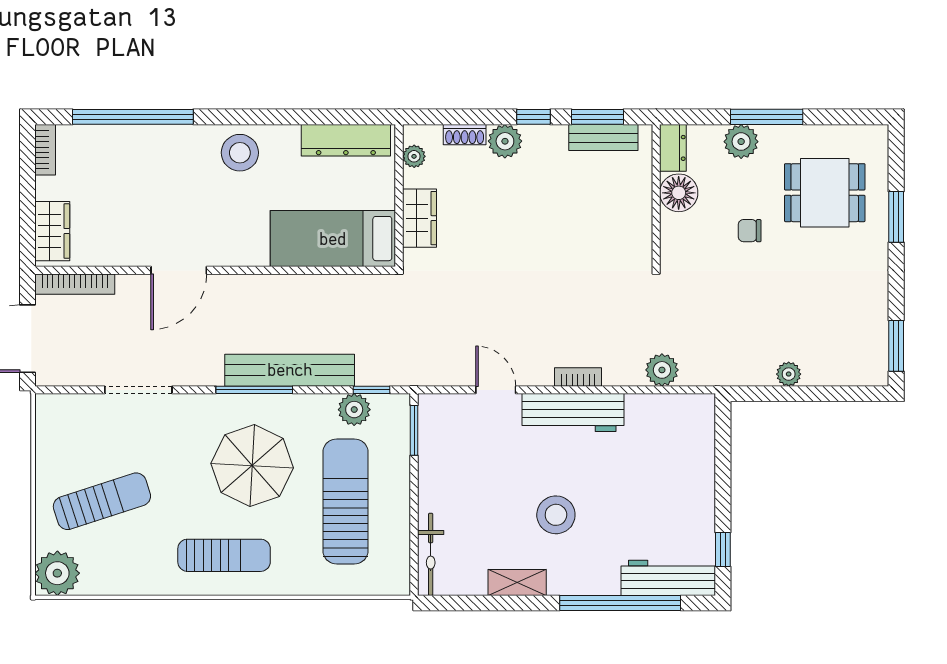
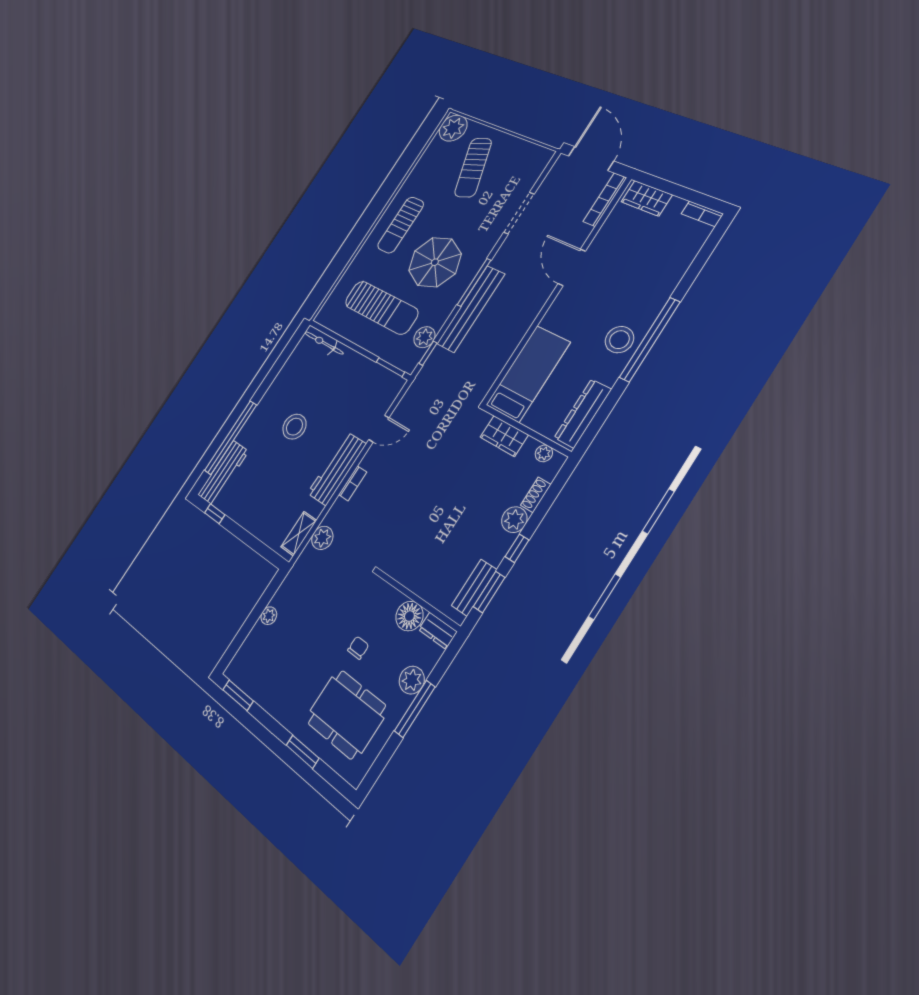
window: (133, 117) -> (650, 340), moved
dining table: (825, 193) -> (347, 714), width x1.38
shelving: (517, 582) -> (299, 534), moved

